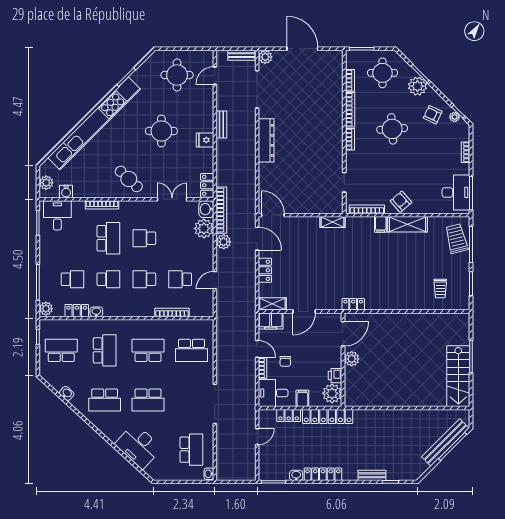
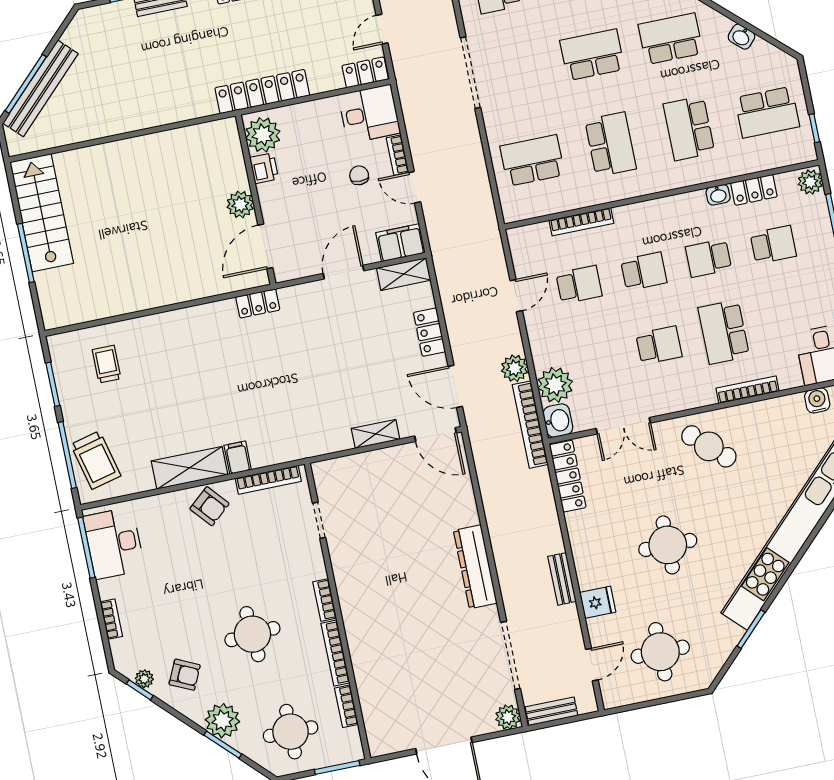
fridge: (205, 140) -> (598, 602), moved
locker: (207, 185) -> (568, 476), width x1.53
shelving: (332, 222) -> (376, 434), moved
school desk: (72, 279) -> (773, 245), turned 180
school desk: (148, 350) -> (611, 144), turned -90
filing cabinet: (302, 398) -> (315, 115), removed
locker: (289, 415) -> (365, 72), moved

